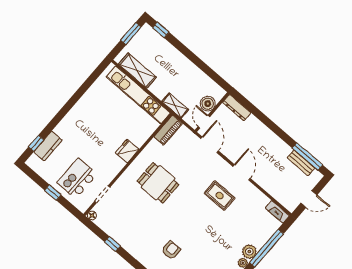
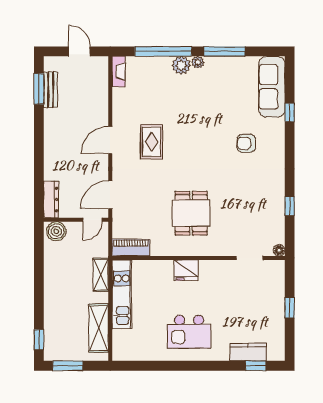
kitchen unit: (138, 95) -> (122, 294), width x0.73
boiler: (208, 104) -> (56, 231), moved
shelving: (175, 106) -> (101, 275), moved
window: (307, 156) -> (39, 89), width x0.69
kitchen island: (77, 178) -> (189, 332), moved

